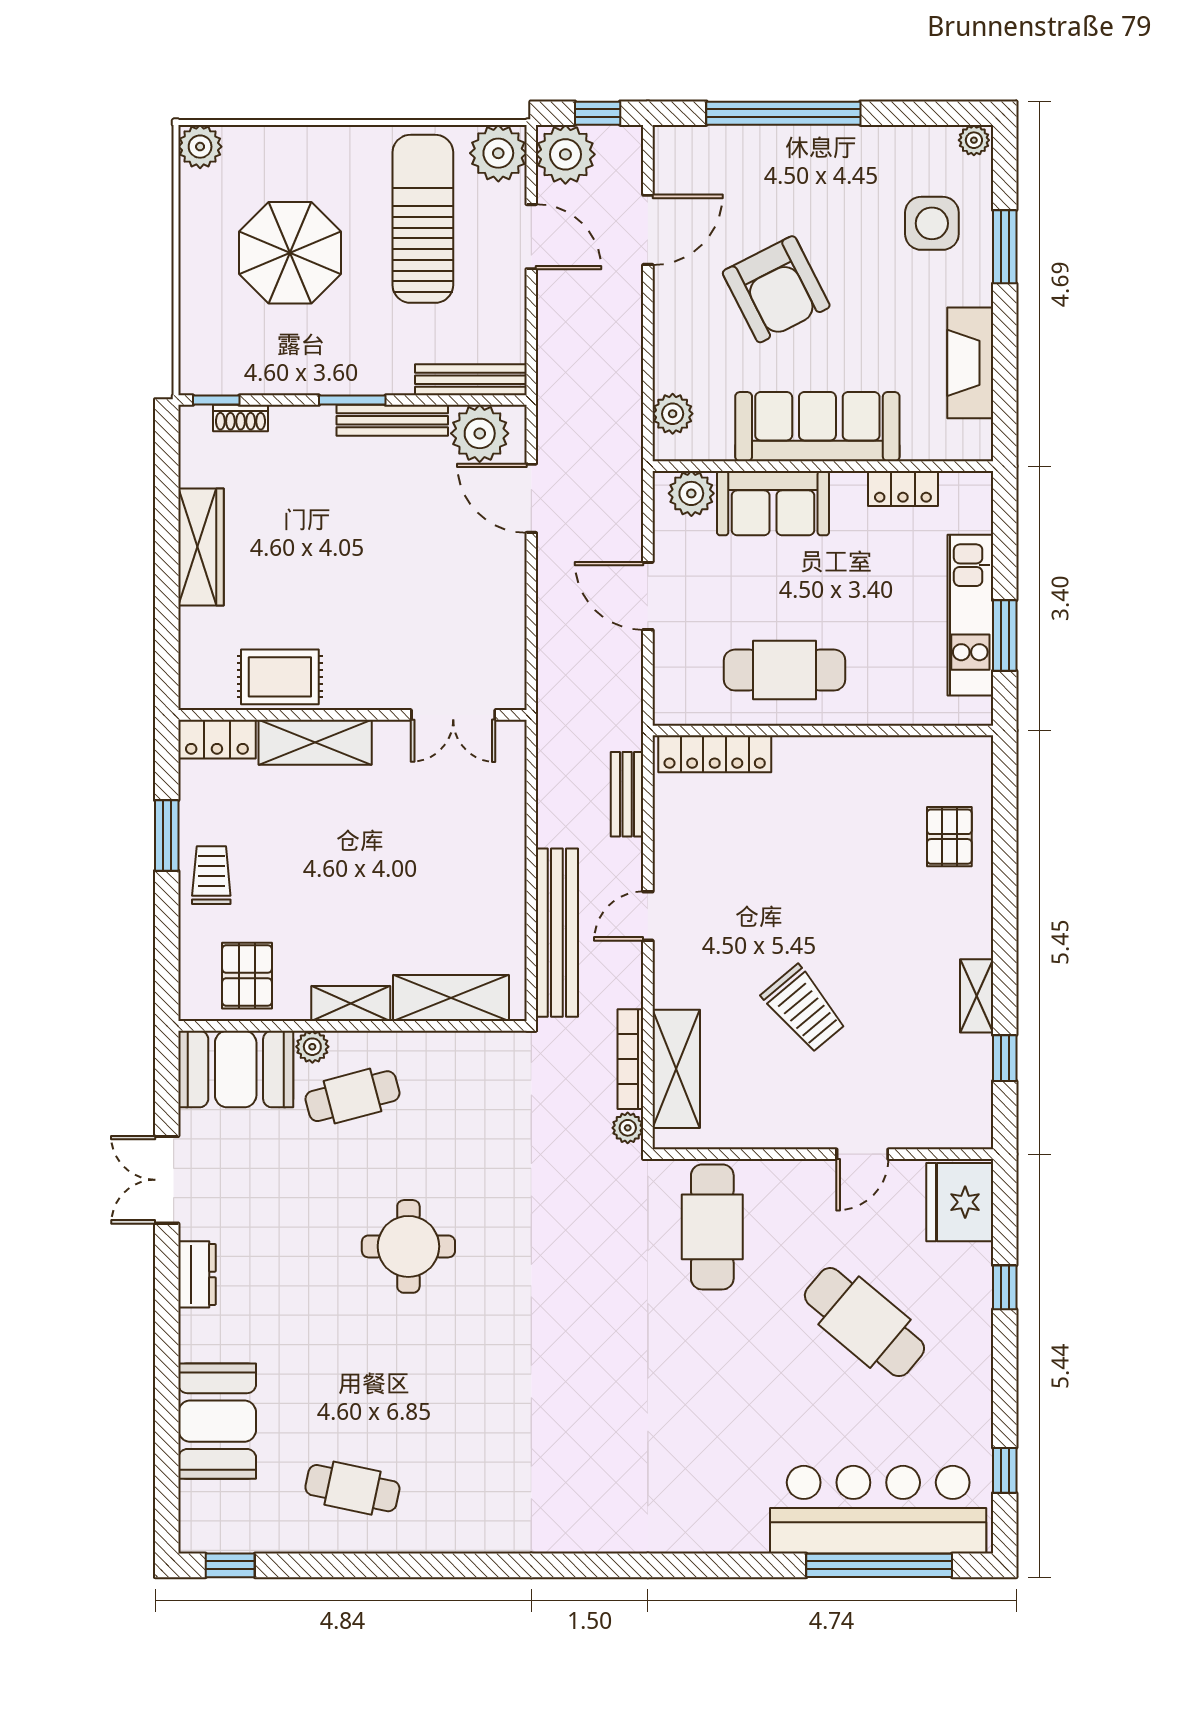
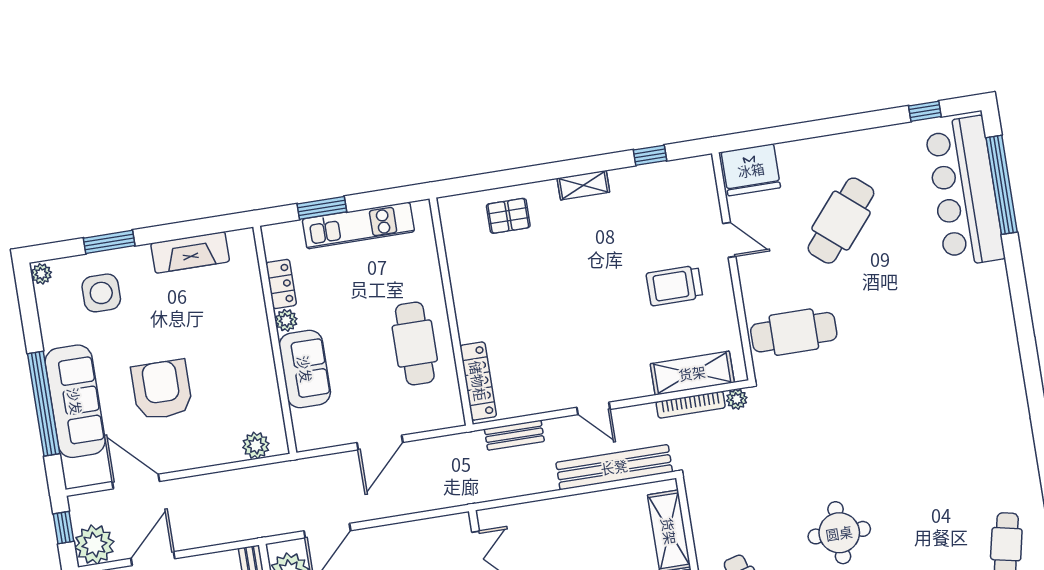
armchair: (776, 289) -> (162, 390), turned -63
sofa: (817, 427) -> (75, 401), moved, turned 180
plant: (691, 493) -> (286, 320), moved, width x0.73, depth x0.73
window: (1005, 635) -> (322, 208), moved
shelving: (977, 996) -> (583, 185), moved
trolley: (804, 1009) -> (674, 286), moved, turned -140
window: (1005, 1287) -> (803, 131), removed

